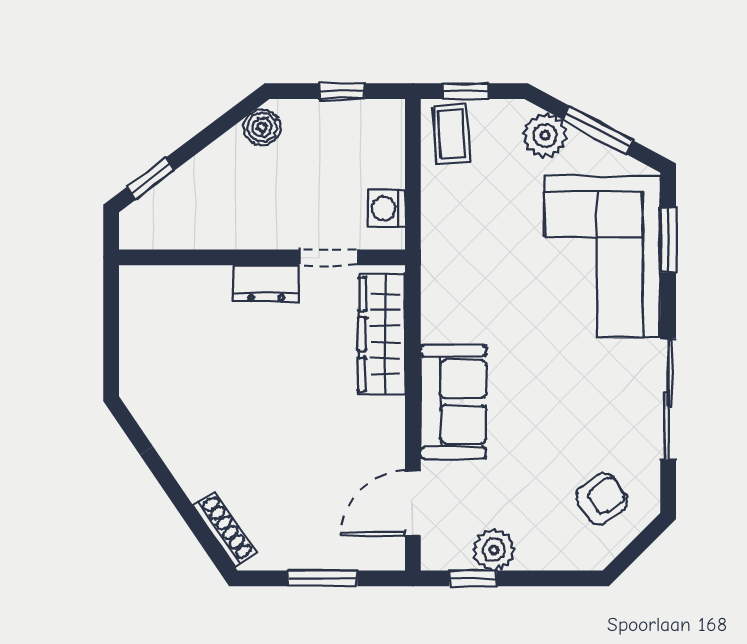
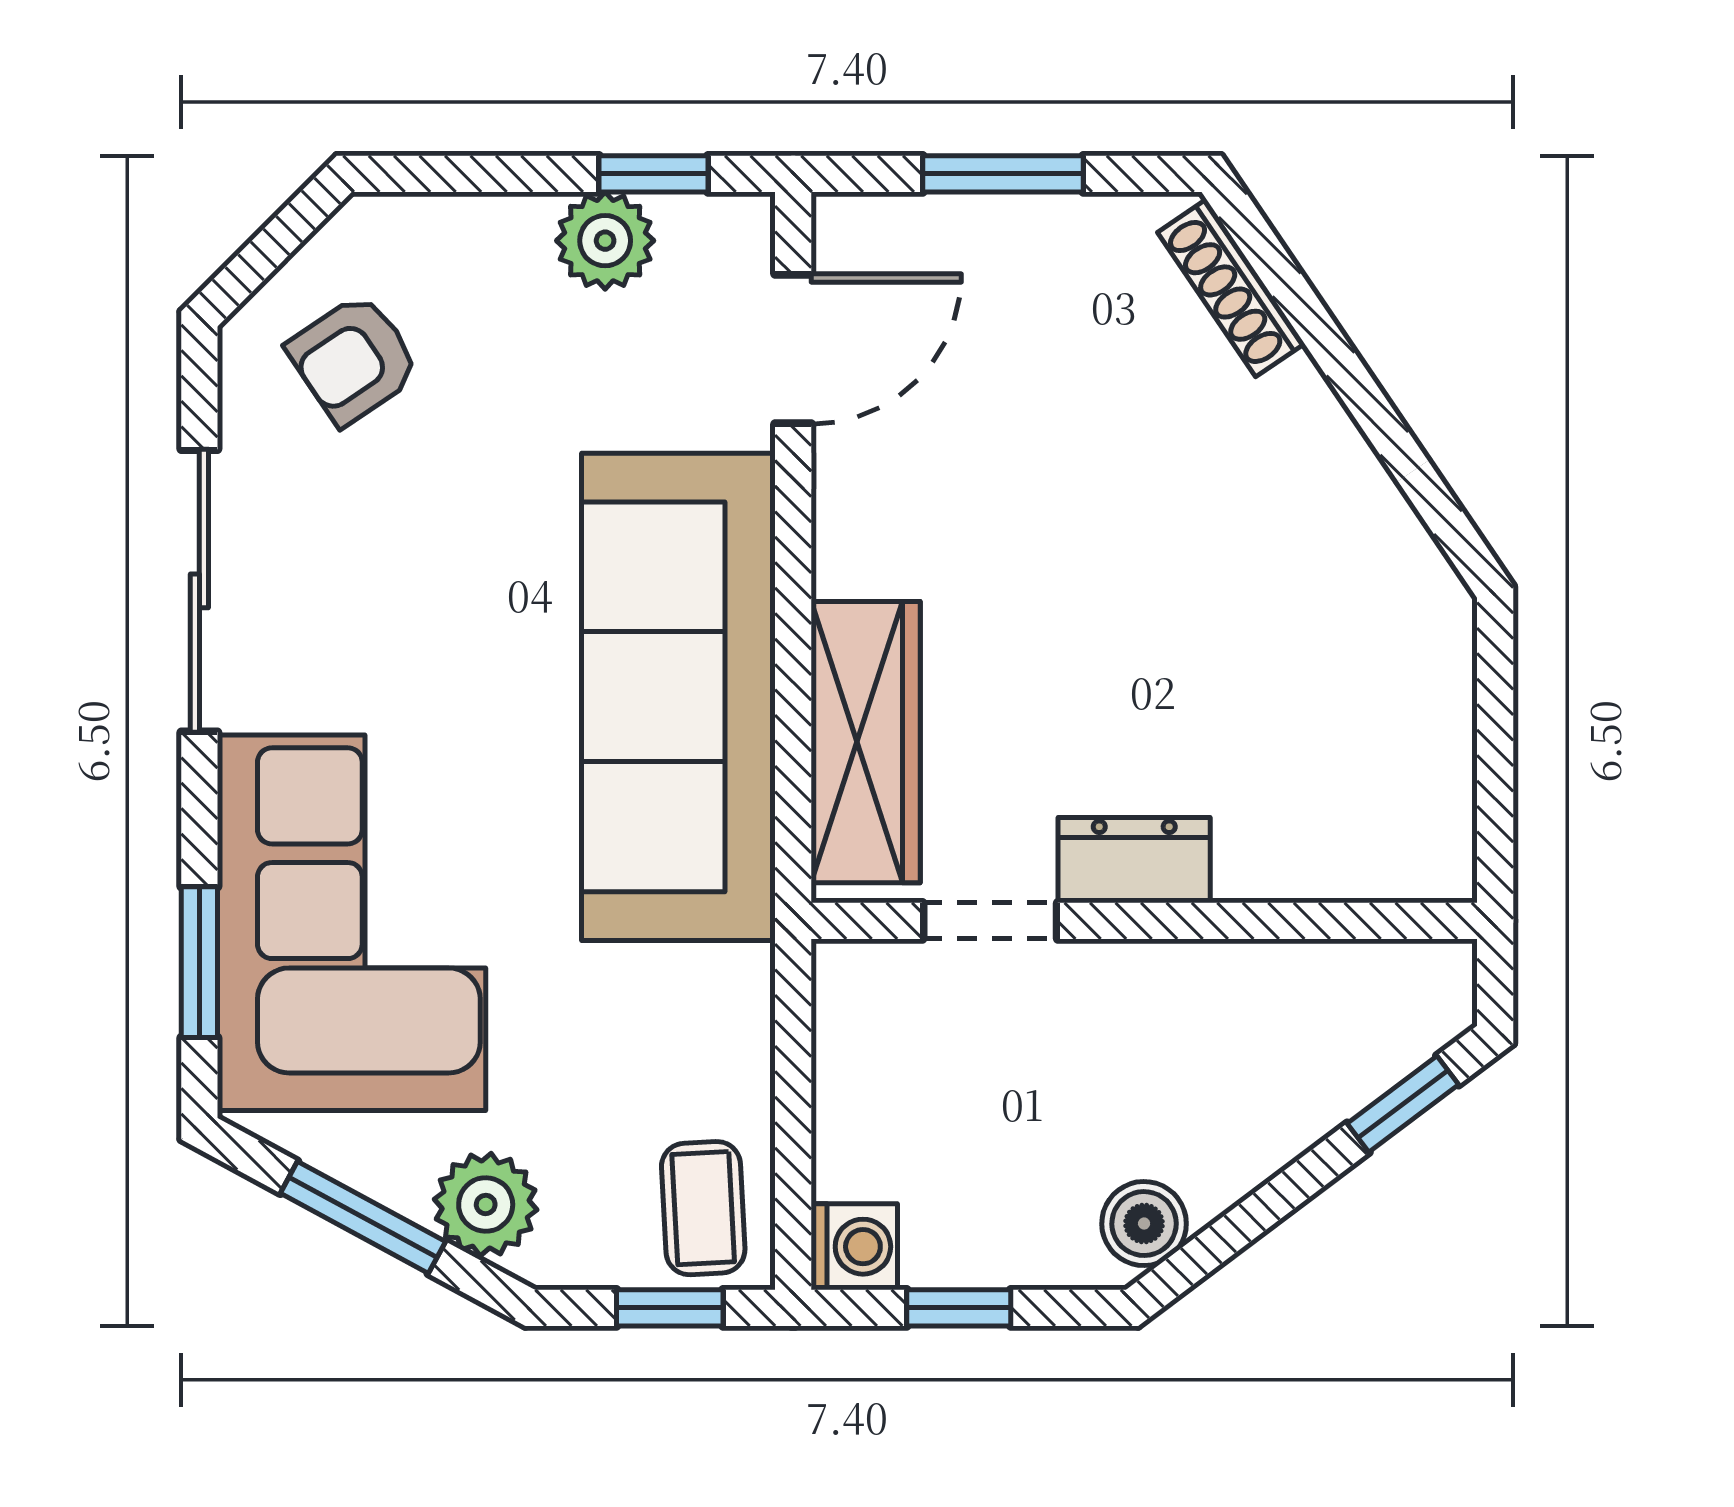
washing machine: (387, 208) -> (854, 1247), moved
sofa: (453, 402) -> (678, 697), width x1.85, depth x1.27

